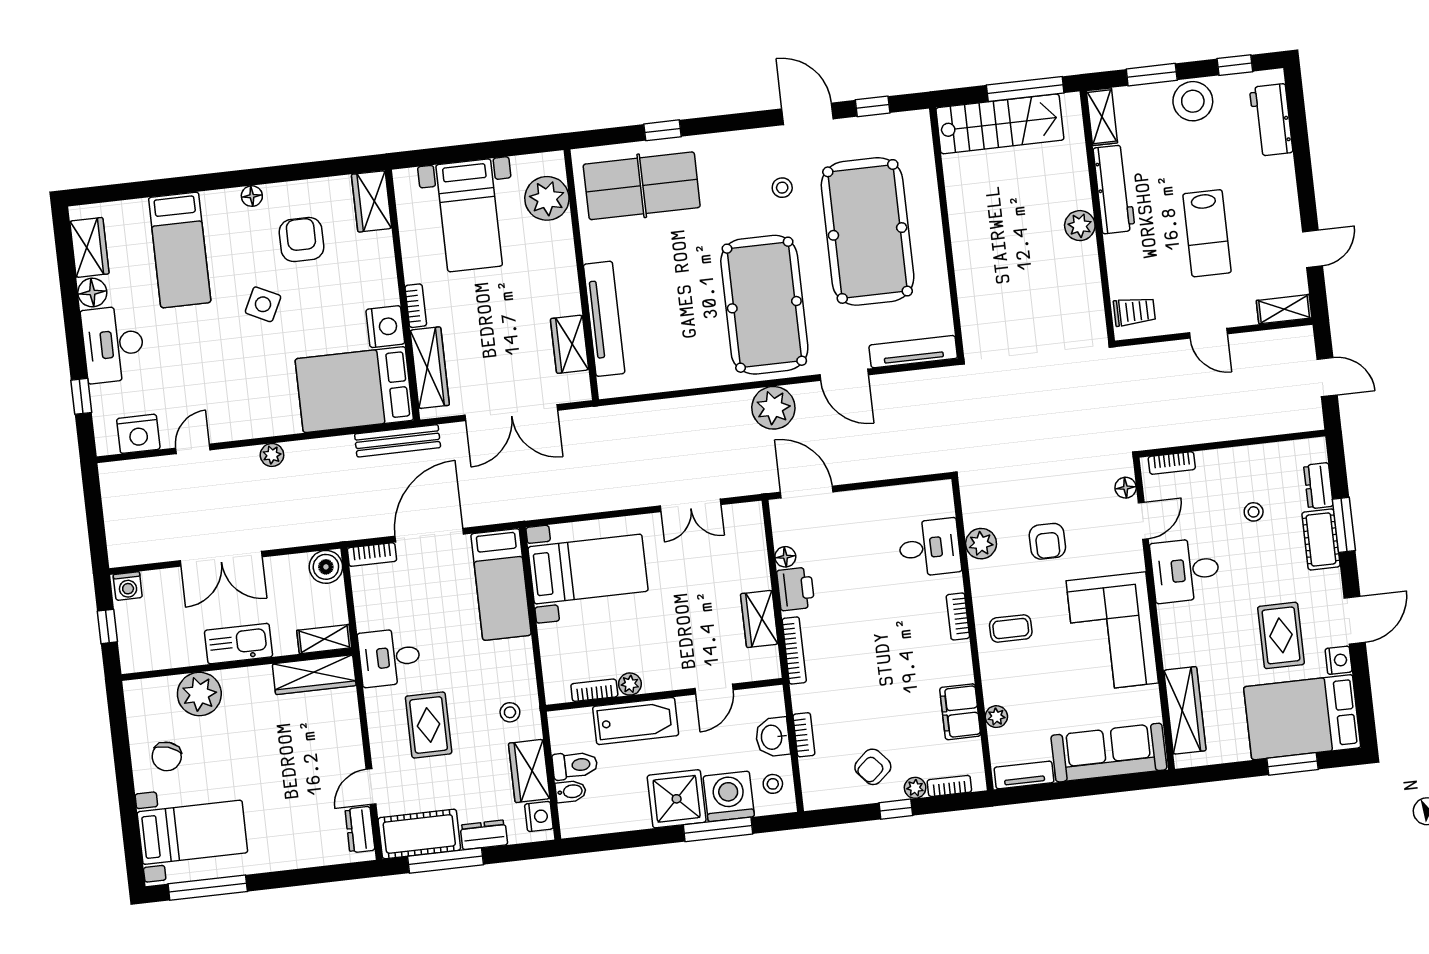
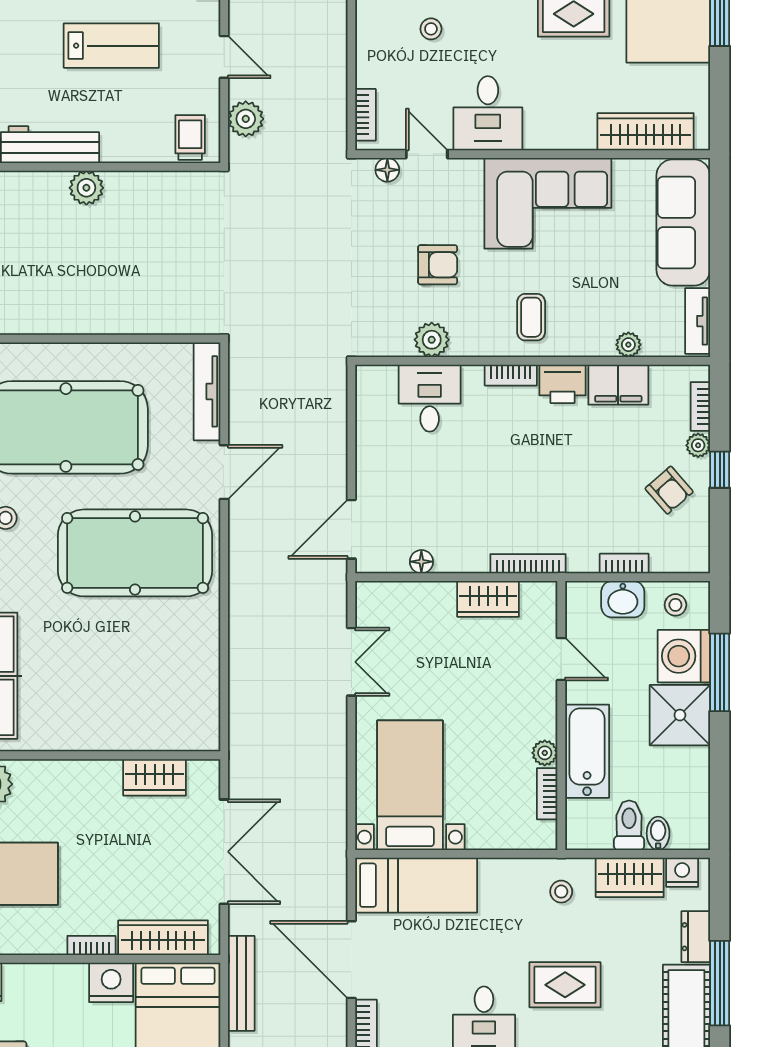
tv unit: (604, 319) -> (130, 735), removed
door: (1208, 333) -> (224, 57), hinge flipped
plant: (773, 408) -> (246, 119), moved, width x0.73, depth x0.73
printer: (796, 589) -> (563, 384), moved, turned 180

